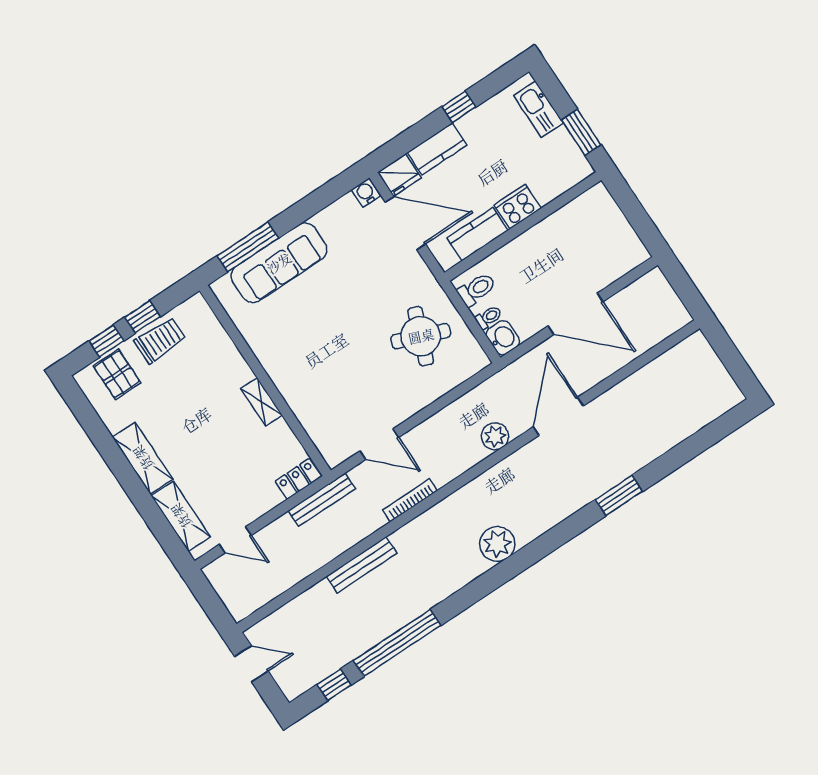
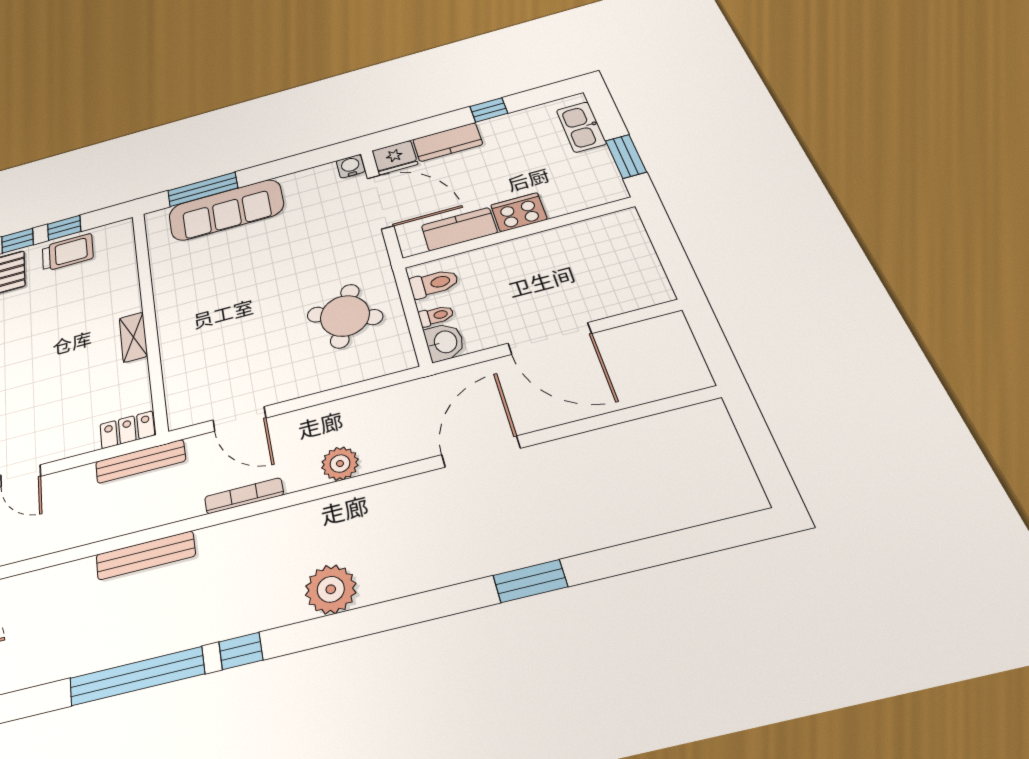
plant: (495, 436) -> (340, 464), moved
window: (334, 685) -> (241, 651), moved

